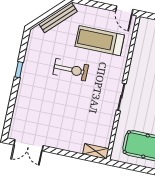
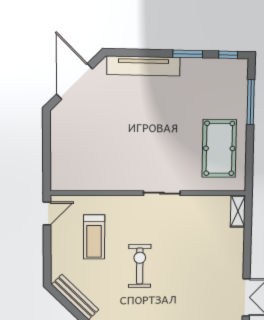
treadmill: (100, 41) -> (94, 237), width x0.73, depth x0.73

